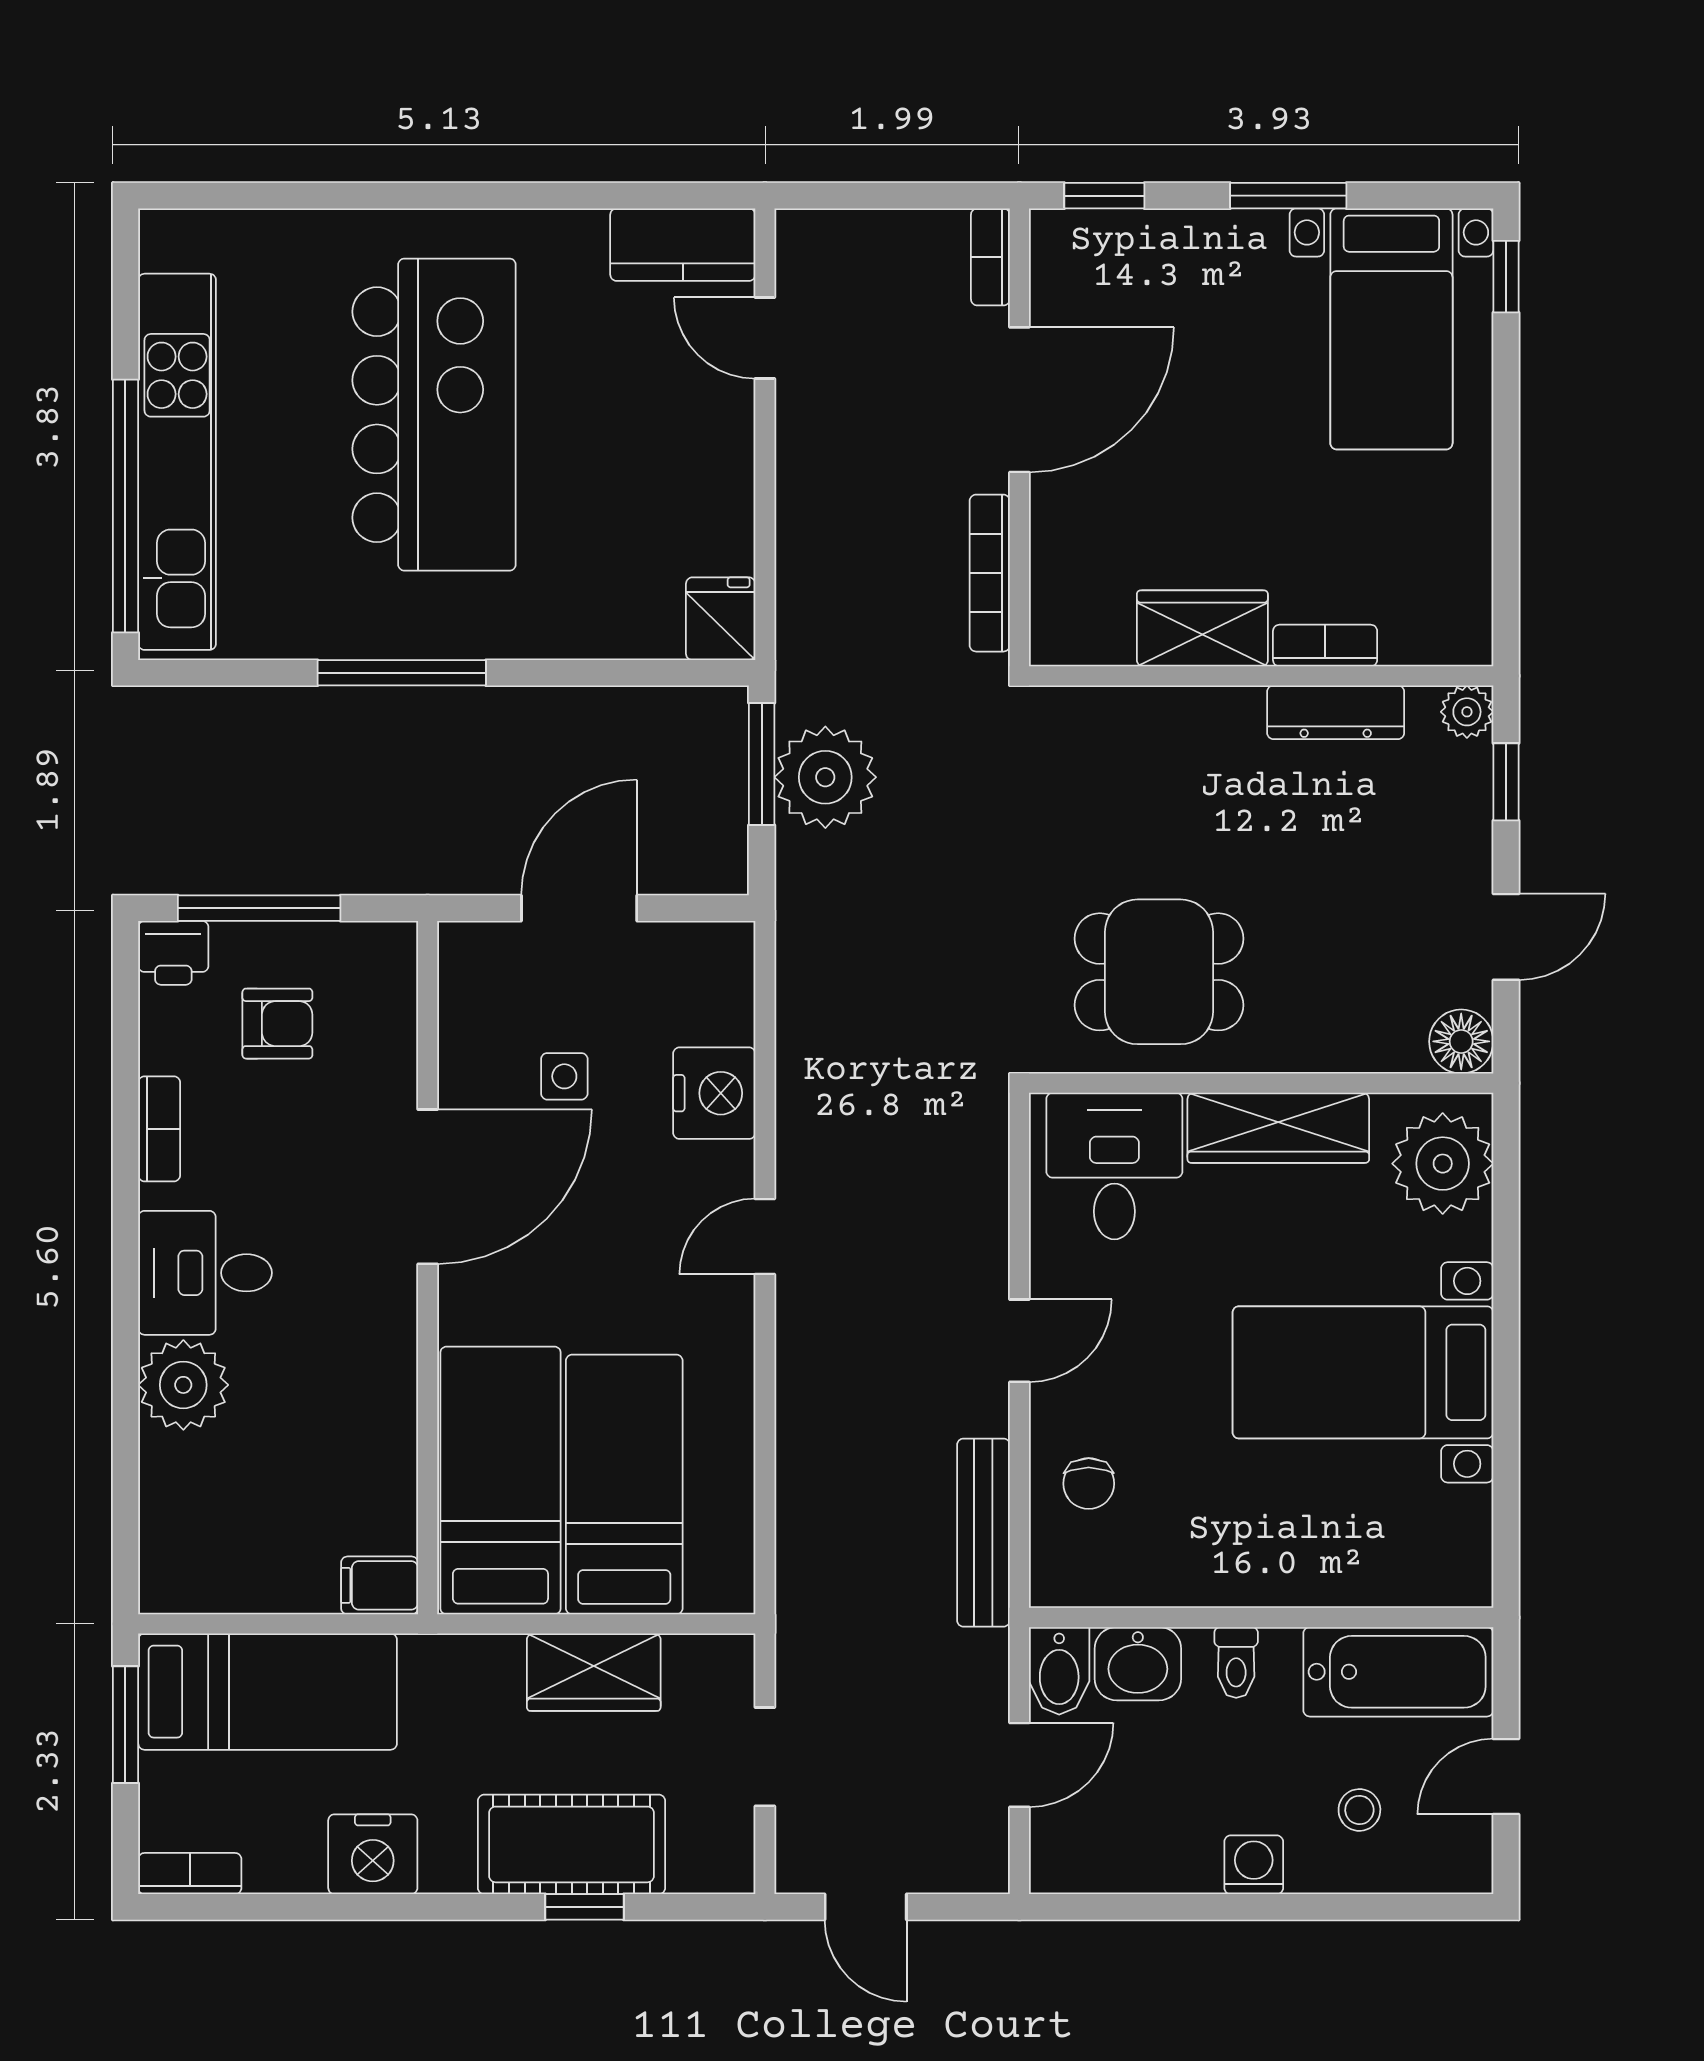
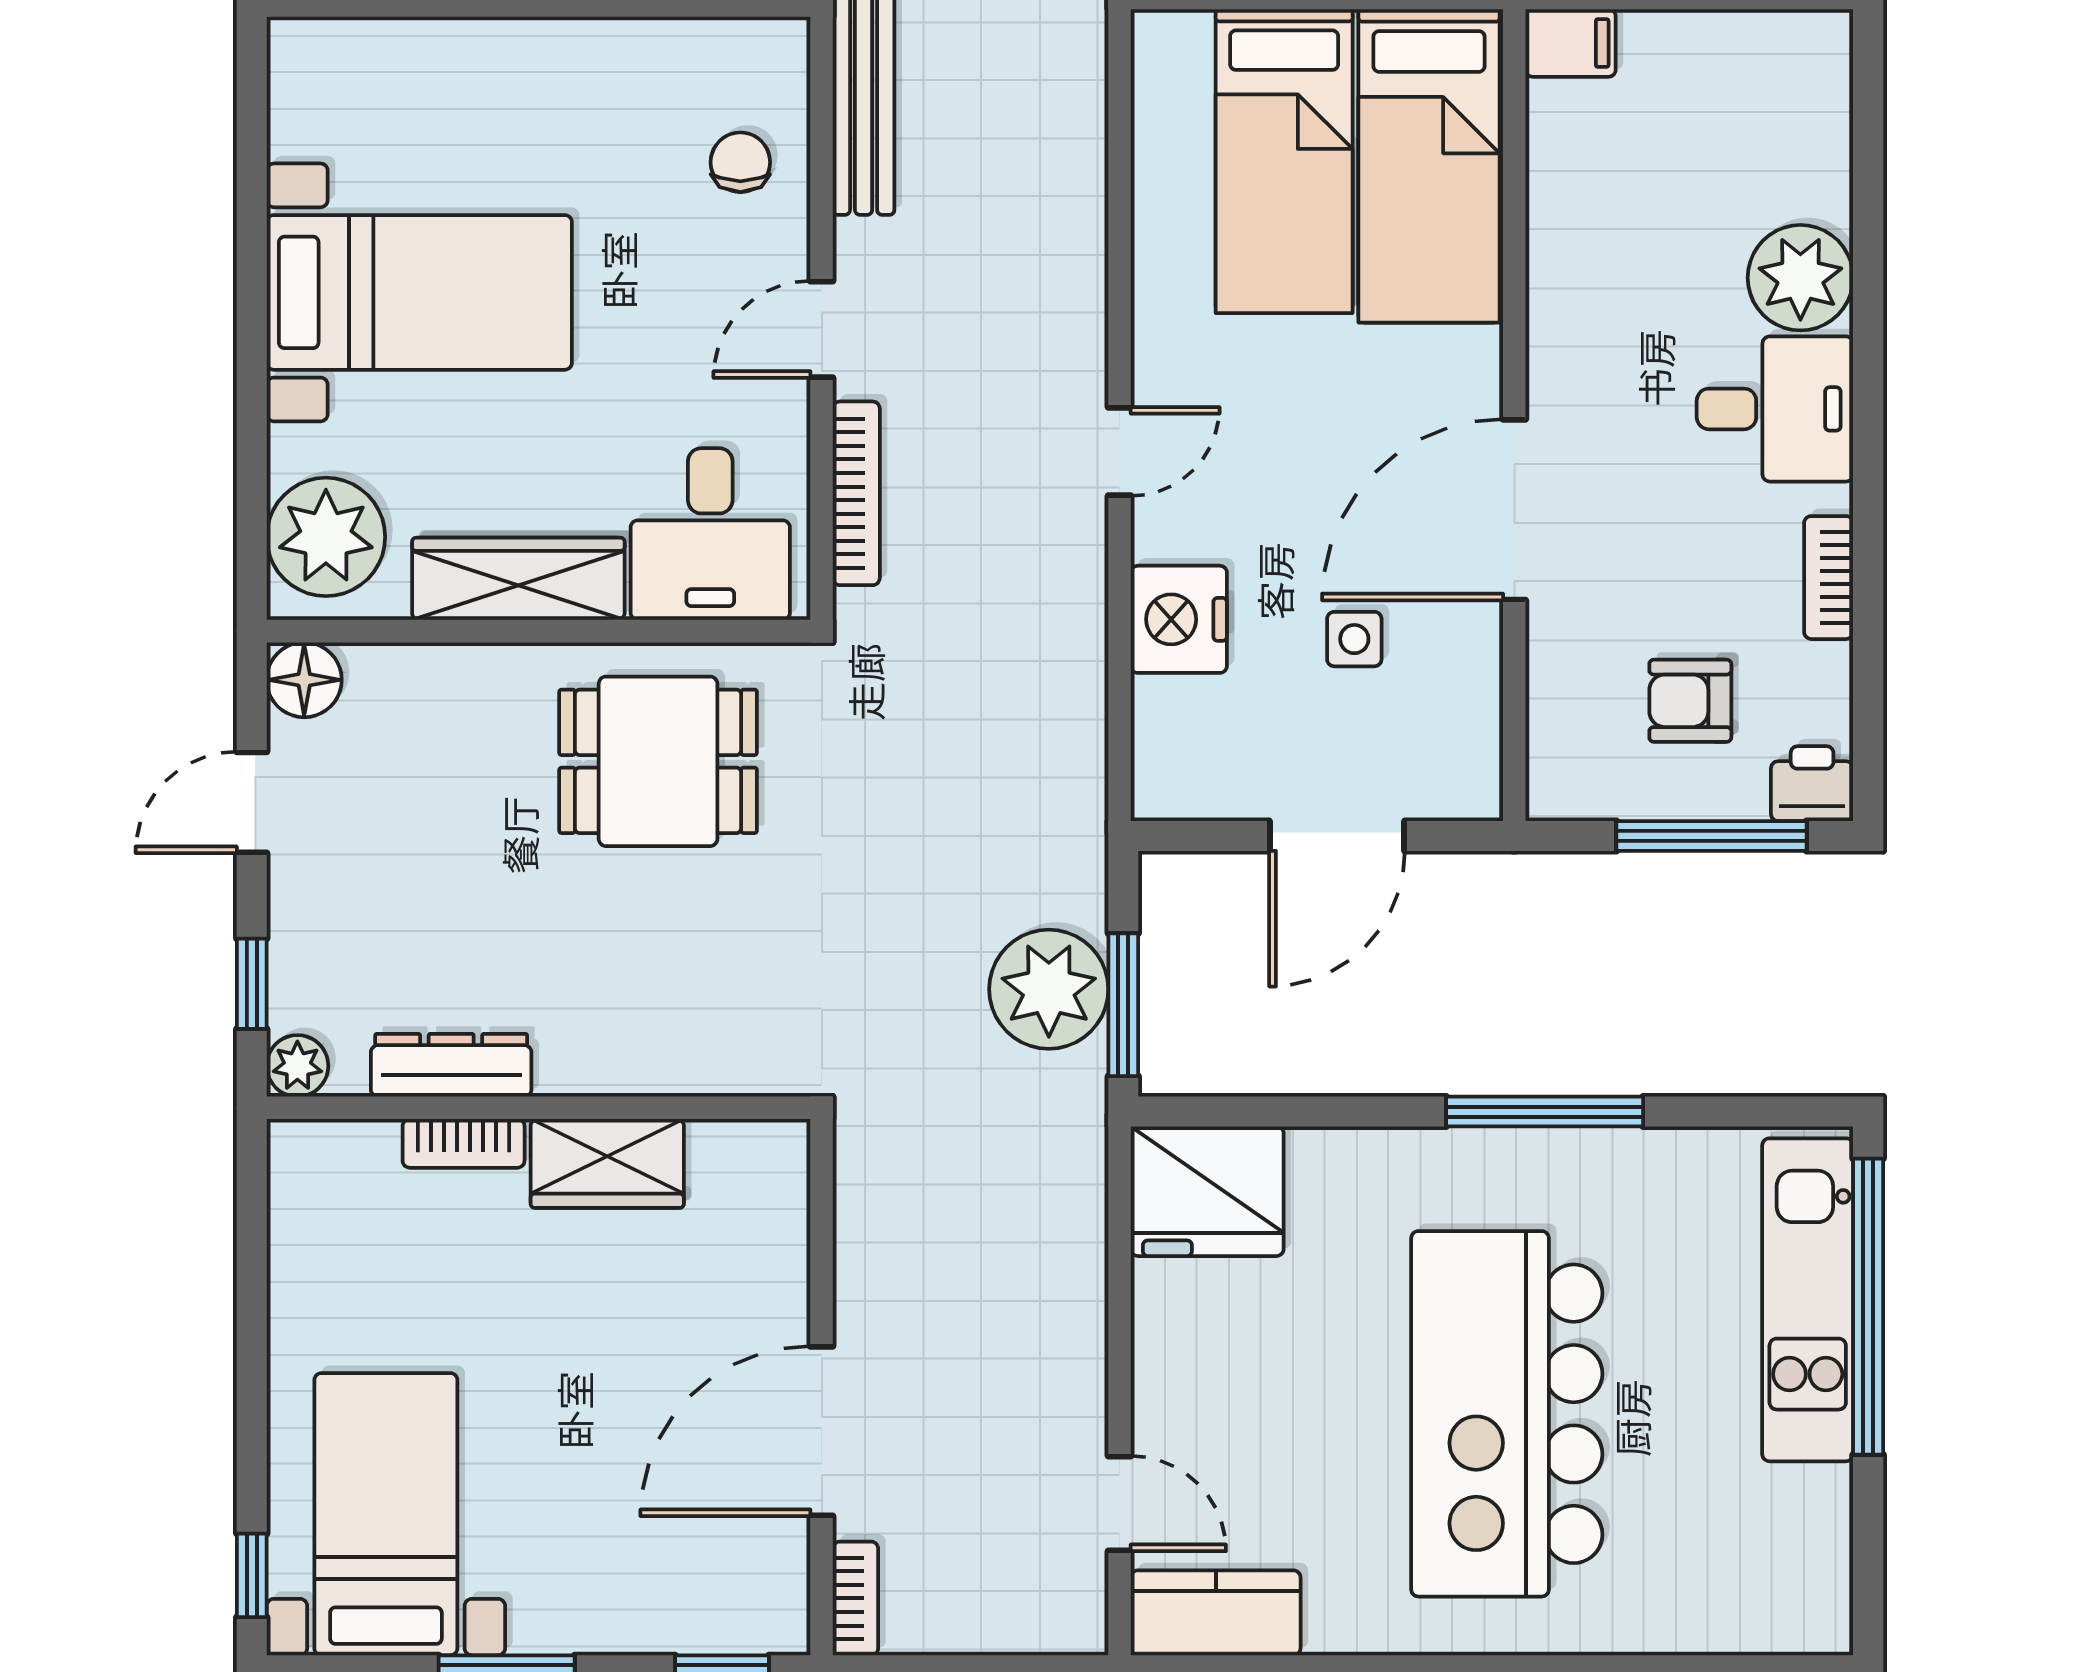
kitchen unit: (177, 462) -> (1808, 1300), width x0.73
bookcase: (990, 573) -> (856, 493), moved
fridge: (721, 619) -> (1207, 1191), width x1.88, depth x1.34

